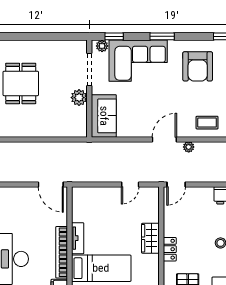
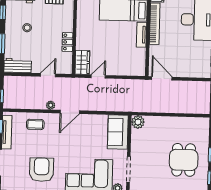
plant: (79, 98) -> (138, 122), moved
door: (176, 185) -> (48, 75), moved
wardrobe: (150, 238) -> (82, 62), moved
locker: (170, 249) -> (67, 42), moved

